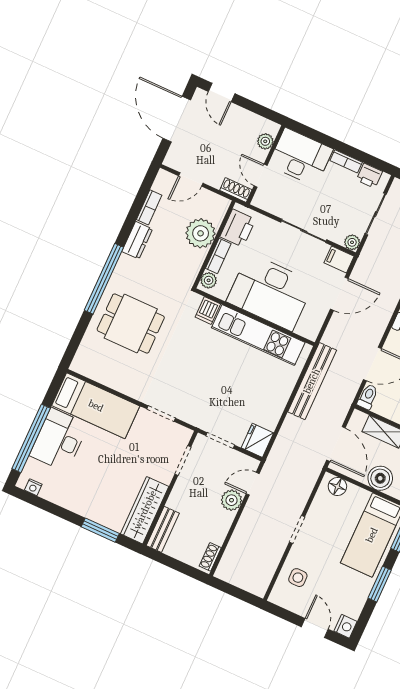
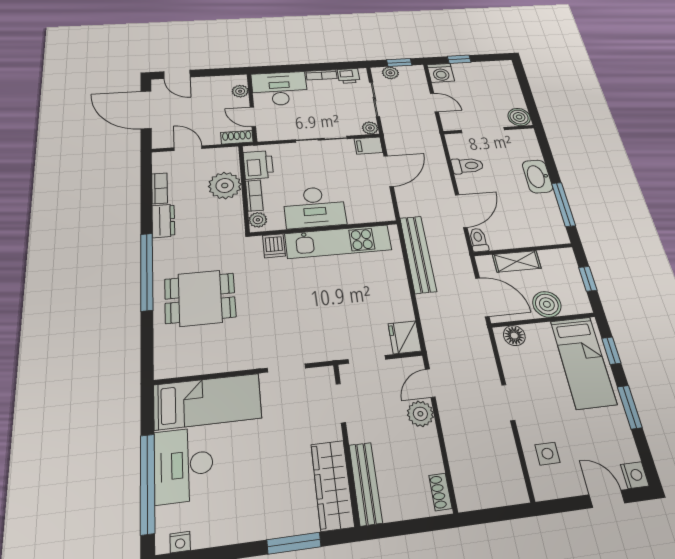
door: (191, 179) -> (188, 148), swing flipped
desk: (270, 292) -> (314, 207), width x0.73, depth x0.77
bench: (163, 529) -> (365, 483), width x1.36

